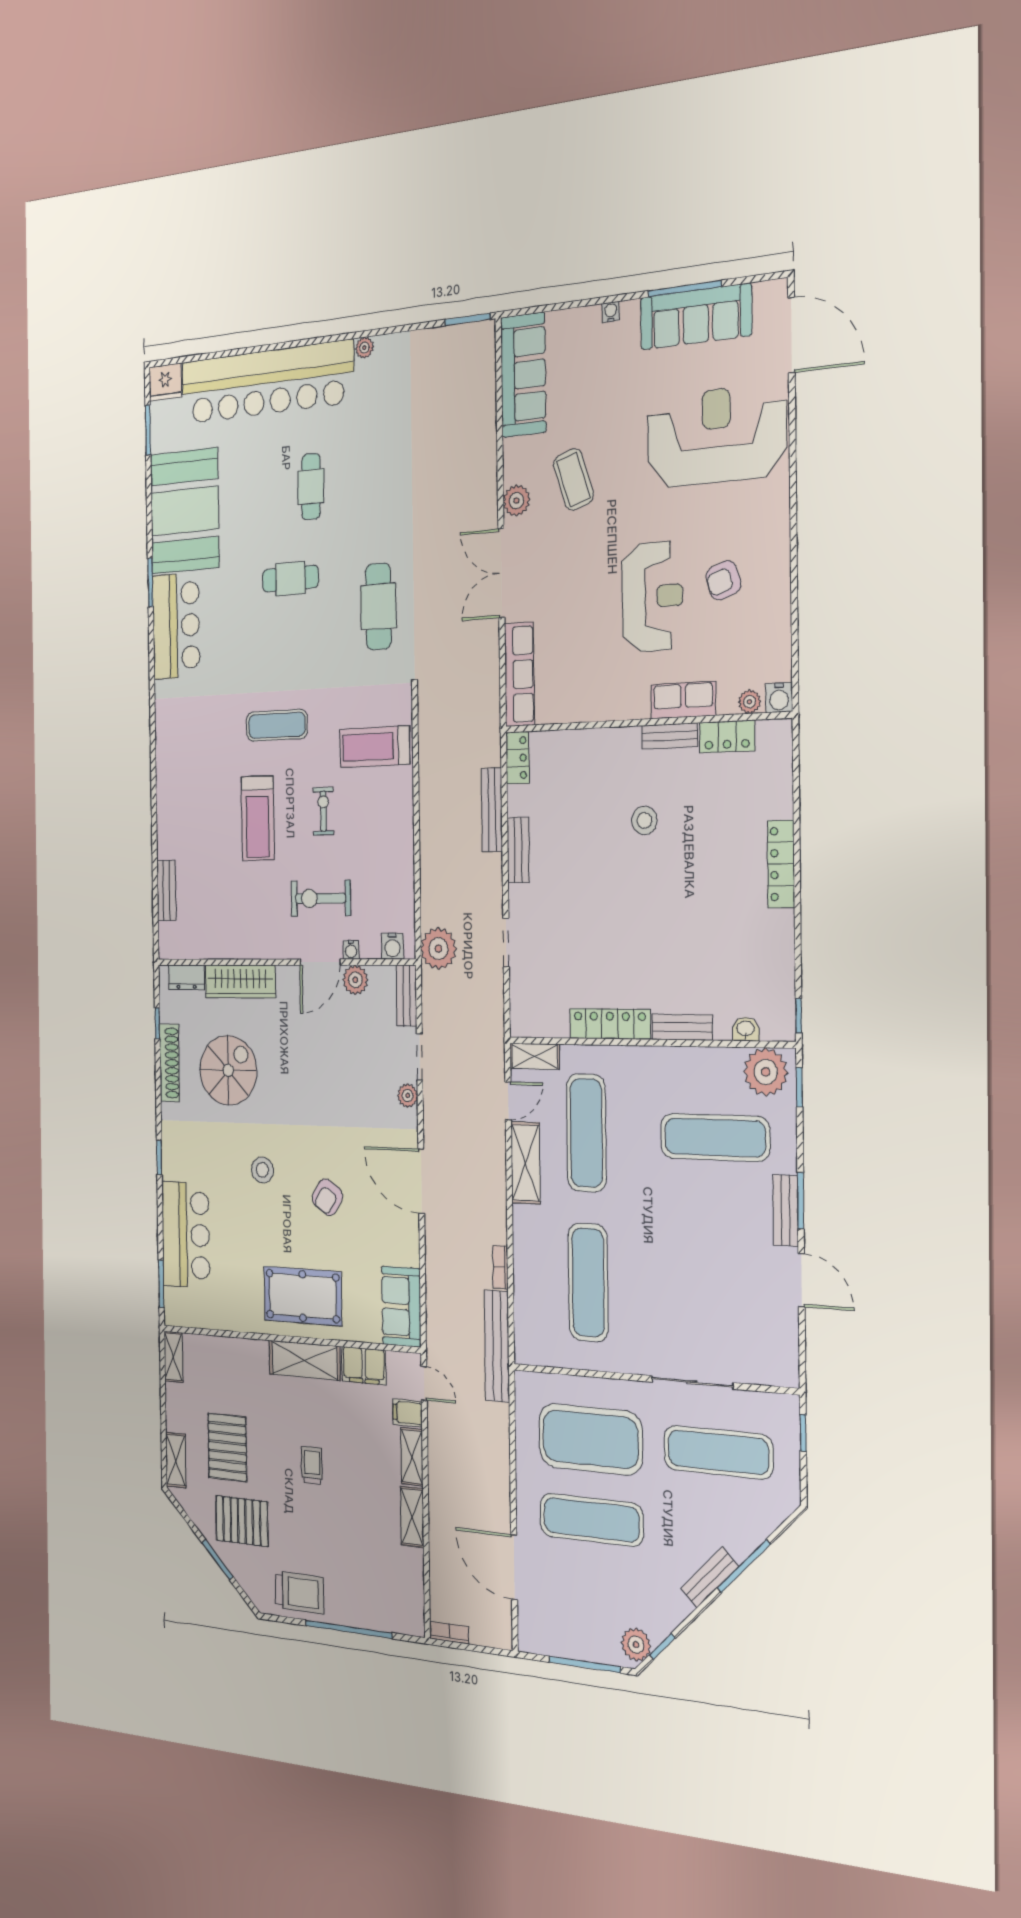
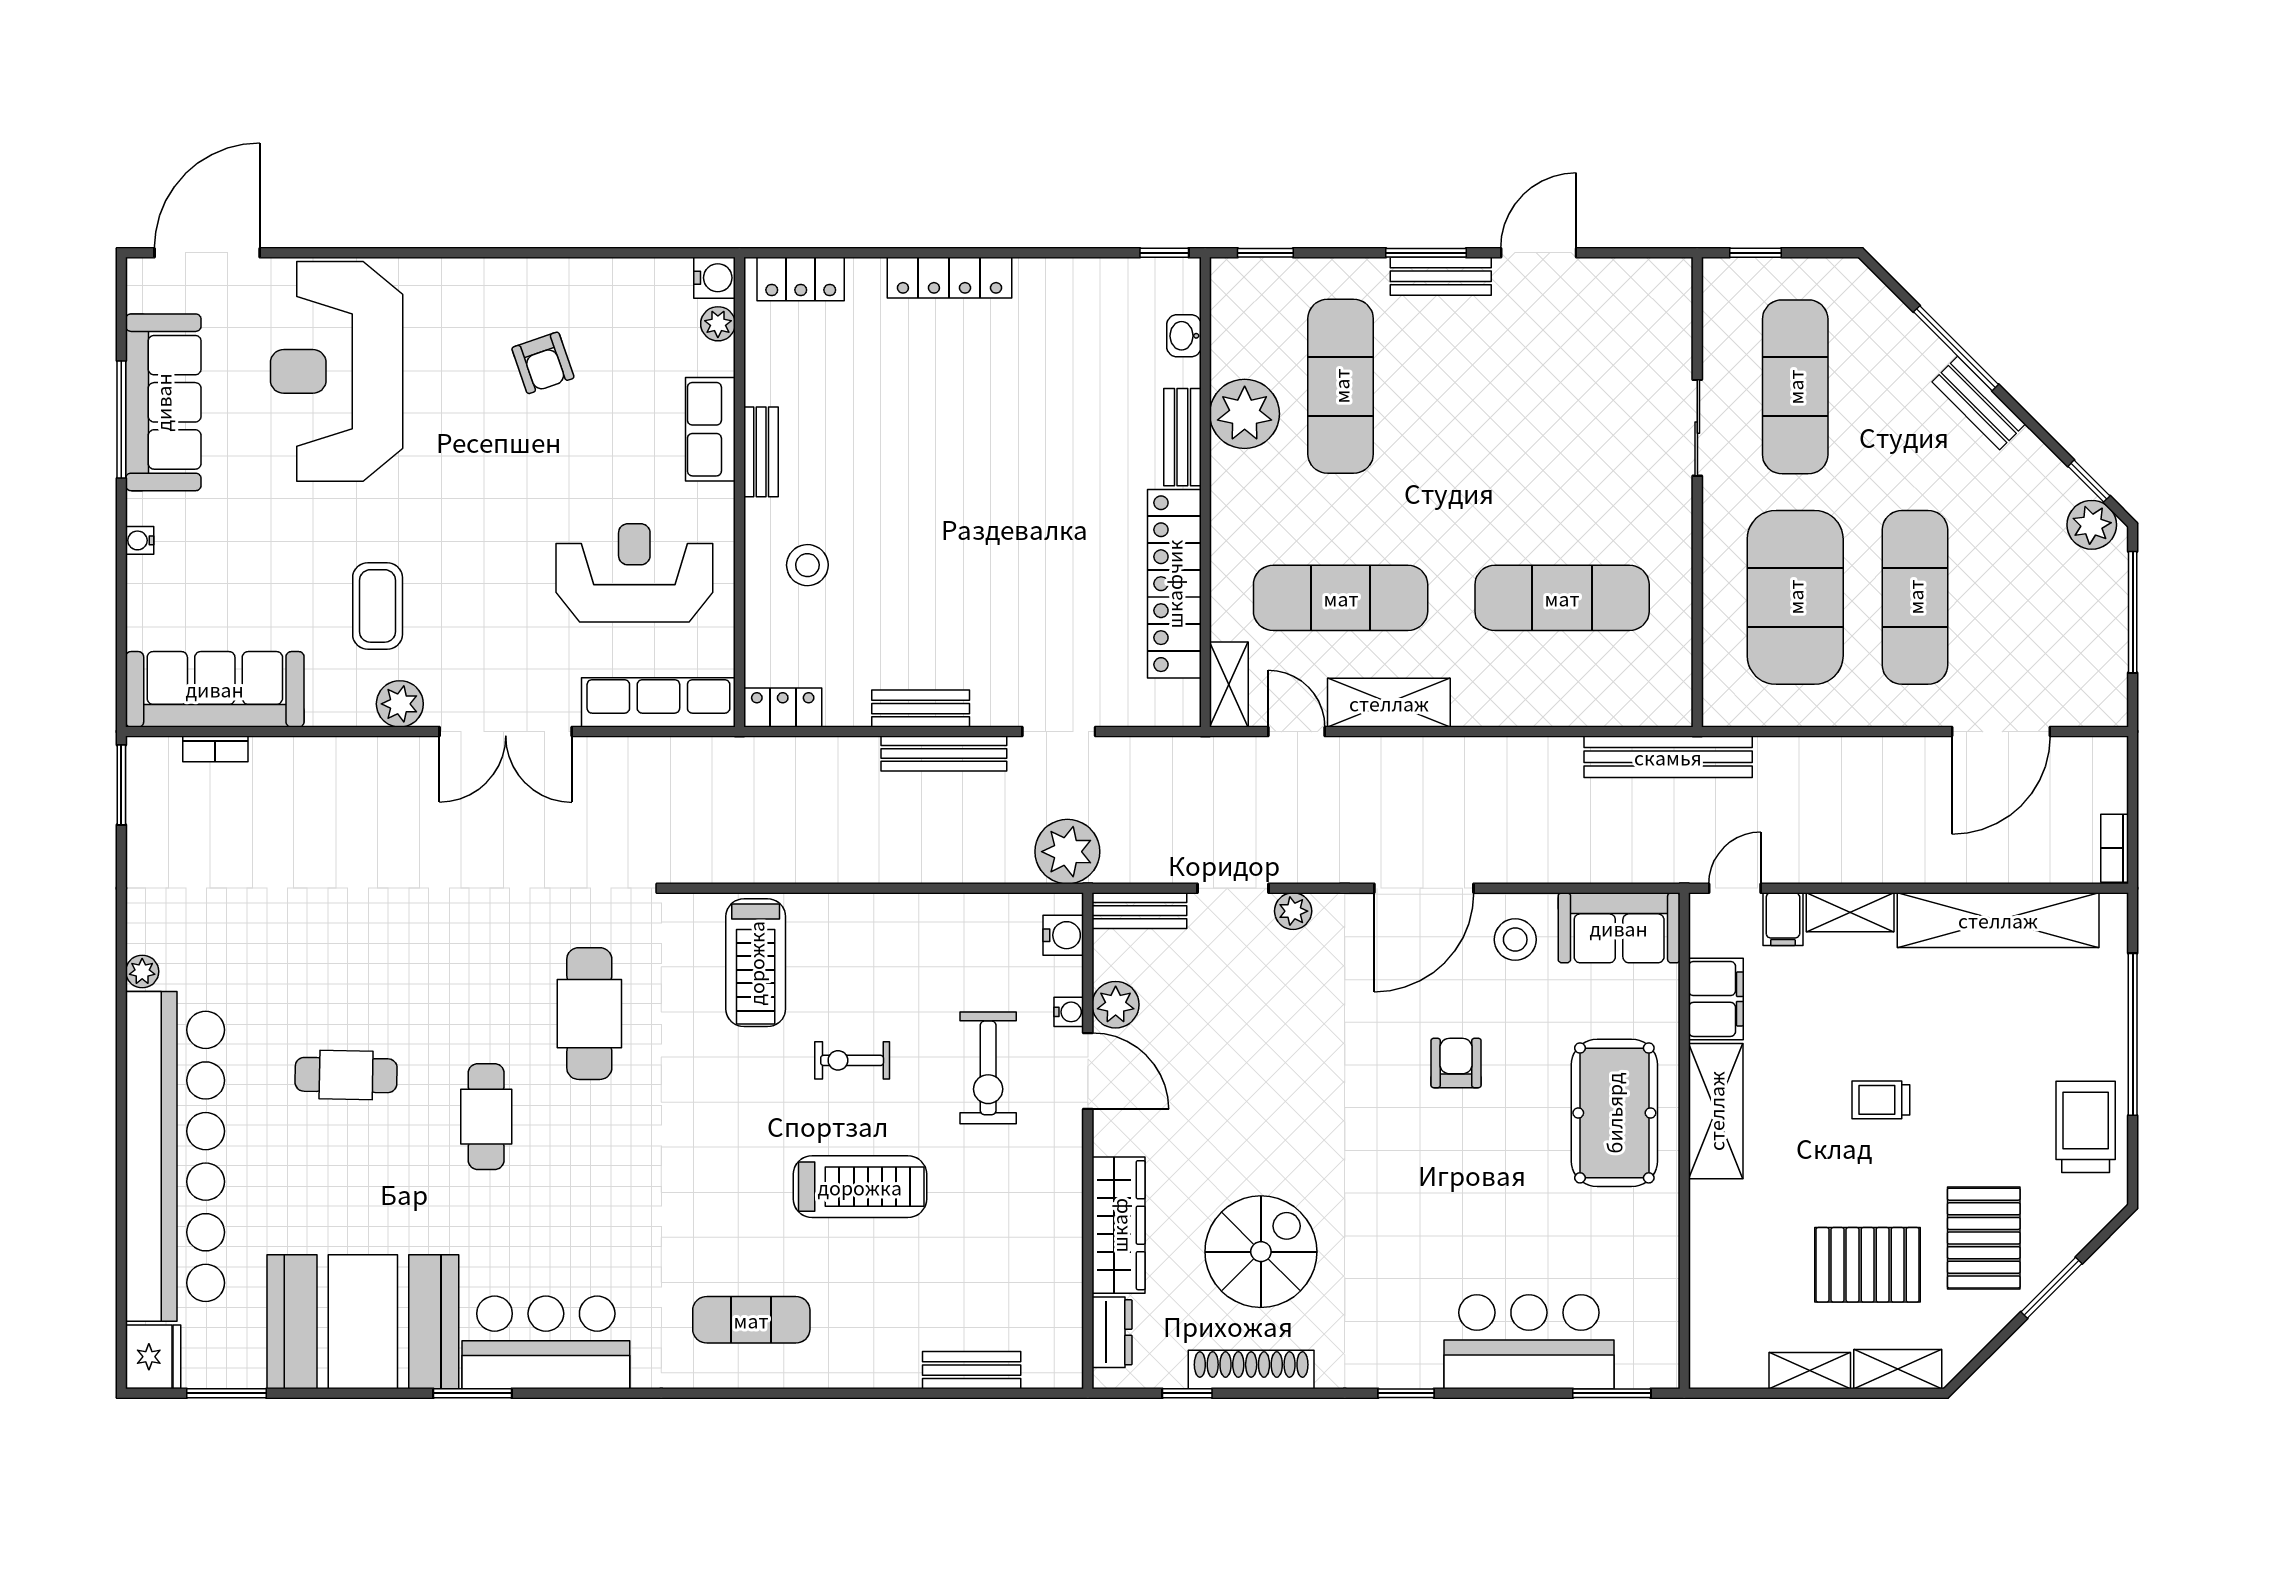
coffee table: (573, 480) -> (378, 606), turned -72
reception desk: (652, 597) -> (634, 573), moved
cafe table: (378, 607) -> (589, 1014), moved, turned 90
exercise mat: (277, 725) -> (751, 1320), moved, turned 90
locker: (727, 737) -> (801, 279), moved, turned 90
bench: (492, 810) -> (944, 753), moved
stool: (644, 820) -> (807, 565), moved
locker: (610, 1024) -> (1174, 584), width x1.41, depth x1.21
spiral stairs: (228, 1070) -> (1261, 1252), turned 90
plant: (766, 1072) -> (1245, 414), moved
stool: (262, 1170) -> (1515, 940), moved
armchair: (327, 1197) -> (1456, 1063), turned -123
bookcase: (500, 1267) -> (215, 749), moved
shelving: (173, 1357) -> (1810, 1371), moved
sliding door: (692, 1382) -> (1697, 428), width x0.73
shelving: (412, 1517) -> (1998, 920), width x2.20, depth x1.33

